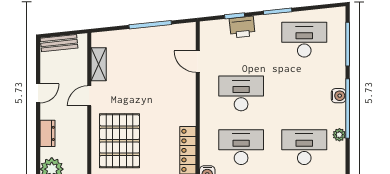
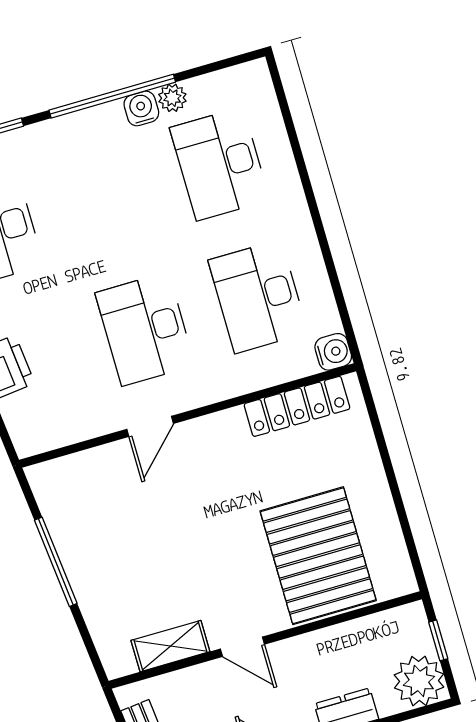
door: (198, 62) -> (150, 426), moved
water cooler: (339, 96) -> (141, 108), moved
pallet: (120, 141) -> (318, 556), turned 90

